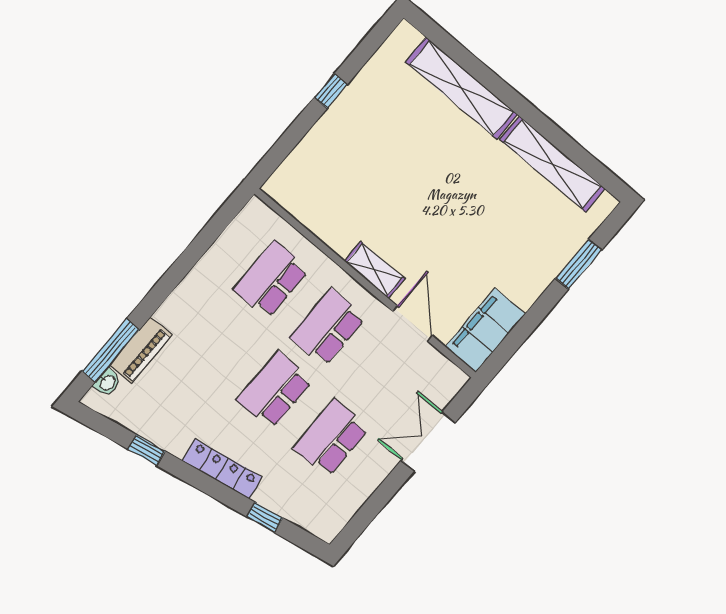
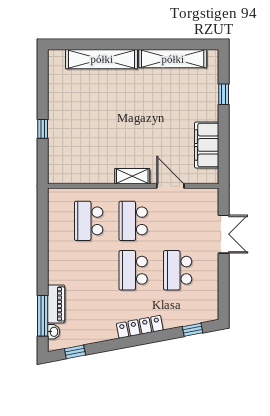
window: (331, 91) -> (43, 129), moved
window: (578, 264) -> (224, 94), width x0.67
filing cabinet: (485, 330) -> (207, 145), moved
double door: (428, 441) -> (224, 234), swing flipped
window: (147, 450) -> (75, 352), moved
window: (265, 517) -> (193, 330), moved

